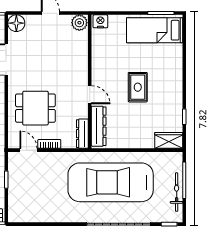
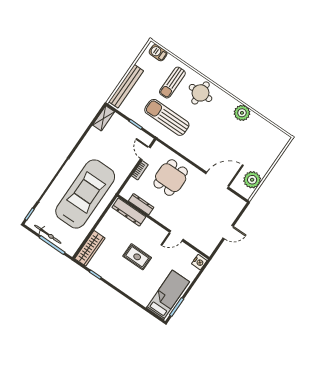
floor lamp: (16, 23) -> (237, 204), removed
plant: (79, 23) -> (208, 247), removed
door: (90, 95) -> (176, 236), moved
dresser: (82, 134) -> (141, 204), moved
wardrobe: (169, 140) -> (90, 248), width x1.50
door: (28, 150) -> (145, 153), swing flipped
shelving: (22, 216) -> (104, 118), added

